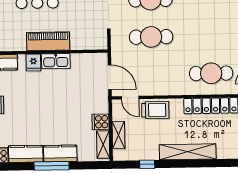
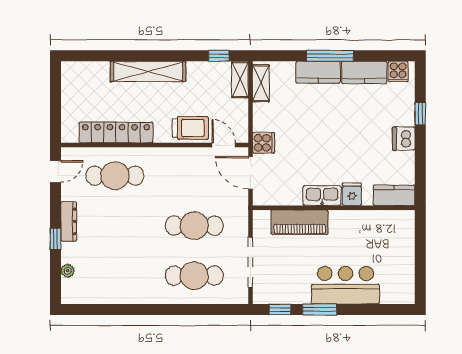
piano: (48, 41) -> (300, 222), moved
trolley: (155, 110) -> (190, 128), turned 180
cooker: (101, 122) -> (264, 143), moved
shelving: (118, 135) -> (240, 79), moved
window: (147, 164) -> (219, 56), moved

